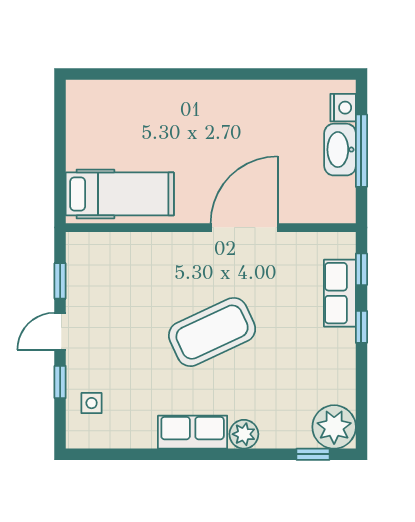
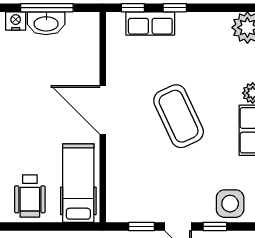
wheelchair: (102, 127) -> (30, 196), added
door: (244, 228) -> (103, 110), moved
side table: (92, 403) -> (230, 204), width x1.87, depth x1.87

